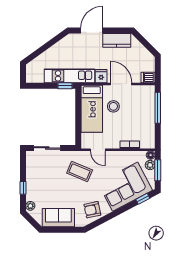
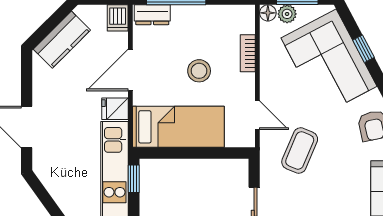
kitchen counter: (117, 40) -> (62, 40), moved, turned 45
dresser: (150, 95) -> (152, 15), added
stool: (113, 106) -> (199, 71), moved
door: (98, 150) -> (257, 115), hinge flipped
window: (143, 199) -> (363, 49), moved

